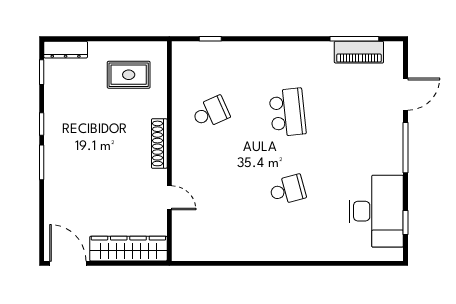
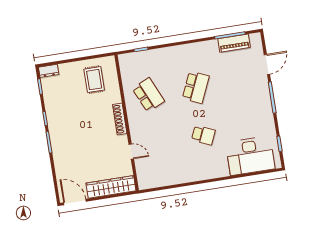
dresser: (66, 50) -> (49, 71), width x0.70
rug: (129, 75) -> (94, 80), turned 90
school desk: (211, 112) -> (148, 95), width x1.85
school desk: (287, 112) -> (196, 87), turned 30
school desk: (287, 190) -> (203, 135), turned 39
desk: (376, 211) -> (250, 156), moved, turned 90

